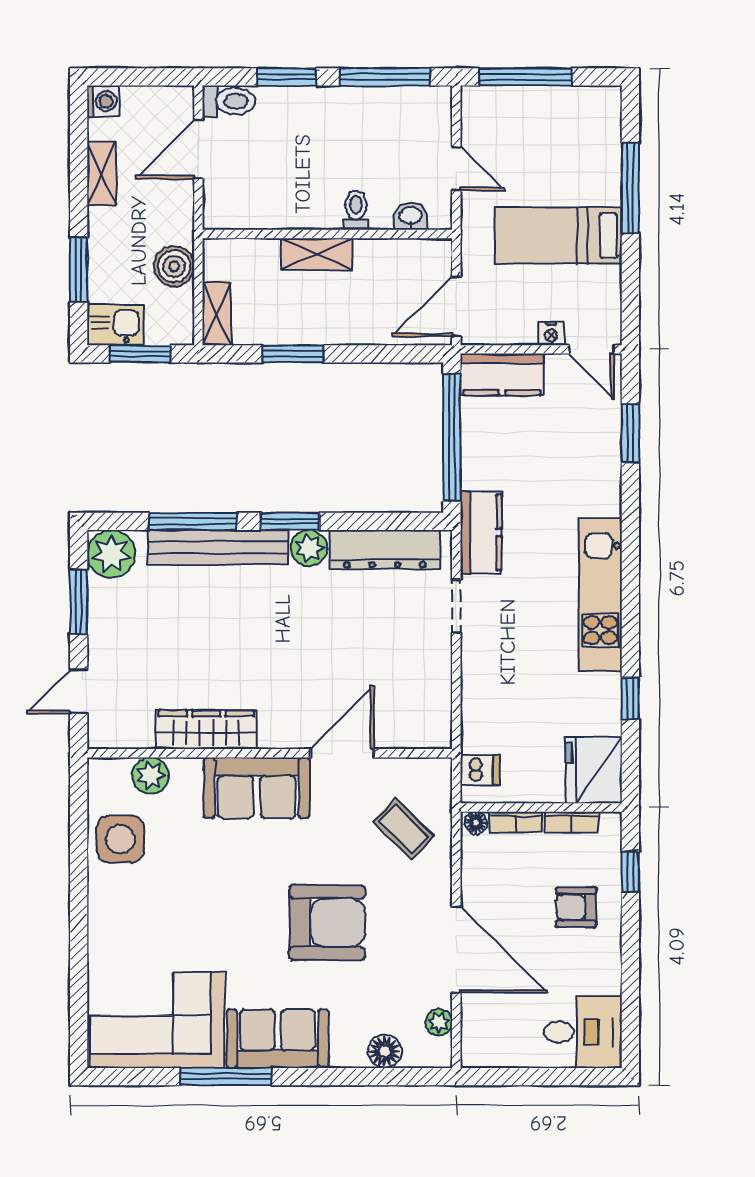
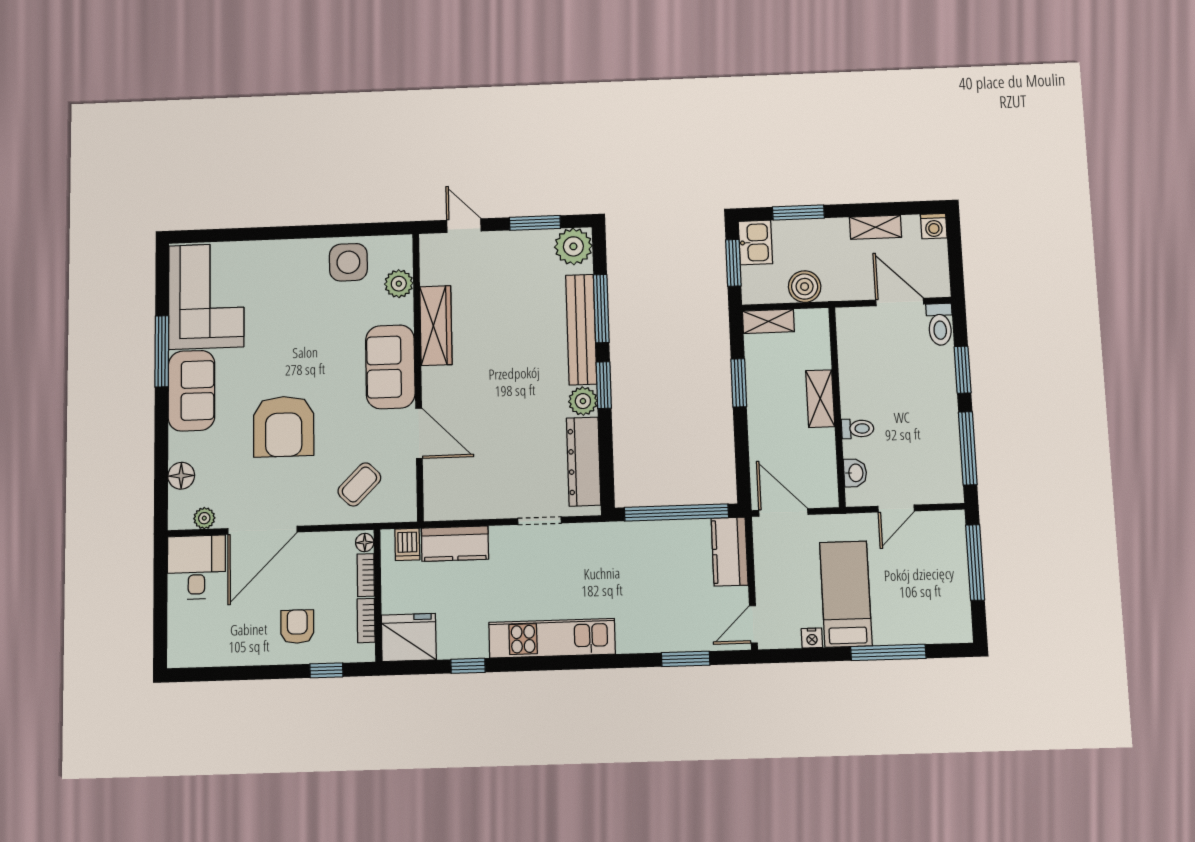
nightstand: (551, 334) -> (812, 638), moved, turned -90
kitchen counter: (481, 532) -> (455, 544), moved
desk: (583, 1032) -> (196, 567), moved, turned 180

